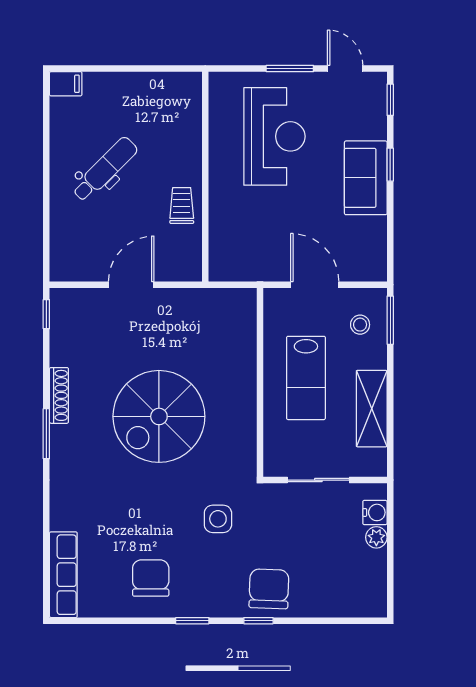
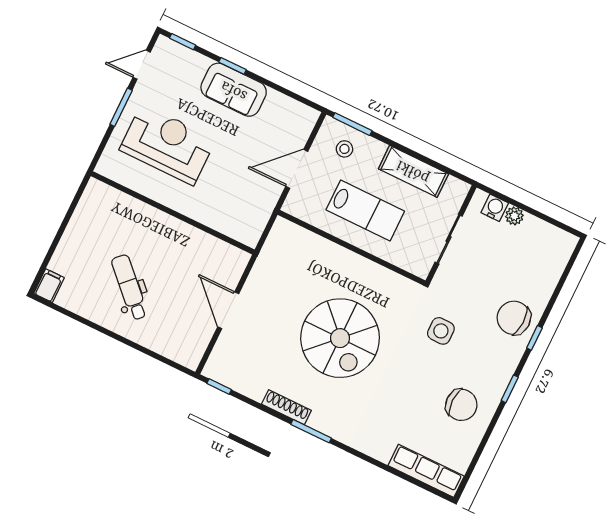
trolley: (182, 205) -> (186, 242), removed
chair: (151, 578) -> (461, 405), turned 180

